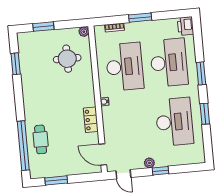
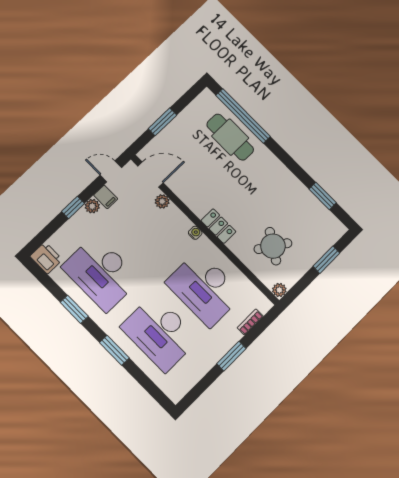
printer: (186, 26) -> (46, 258), moved
round table: (67, 59) -> (273, 246), turned 33
locker: (91, 120) -> (218, 226), moved
plant: (109, 134) -> (162, 201), added
cafe table: (41, 139) -> (230, 137), width x1.37, depth x1.35
filing cabinet: (138, 162) -> (106, 197), added
window: (56, 180) -> (162, 122), moved

